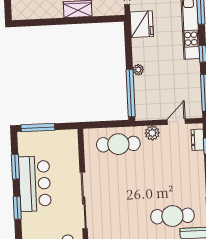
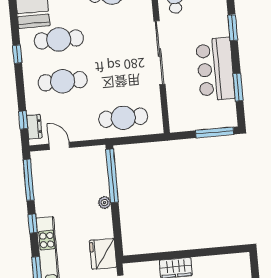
door: (176, 122) -> (59, 146), swing flipped
plant: (152, 133) -> (86, 132), removed
cafe table: (171, 179) -> (63, 81), added
window: (17, 208) -> (233, 28), moved

